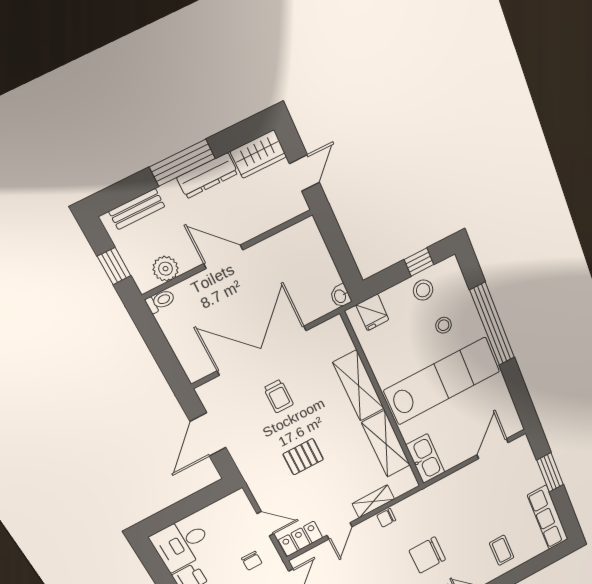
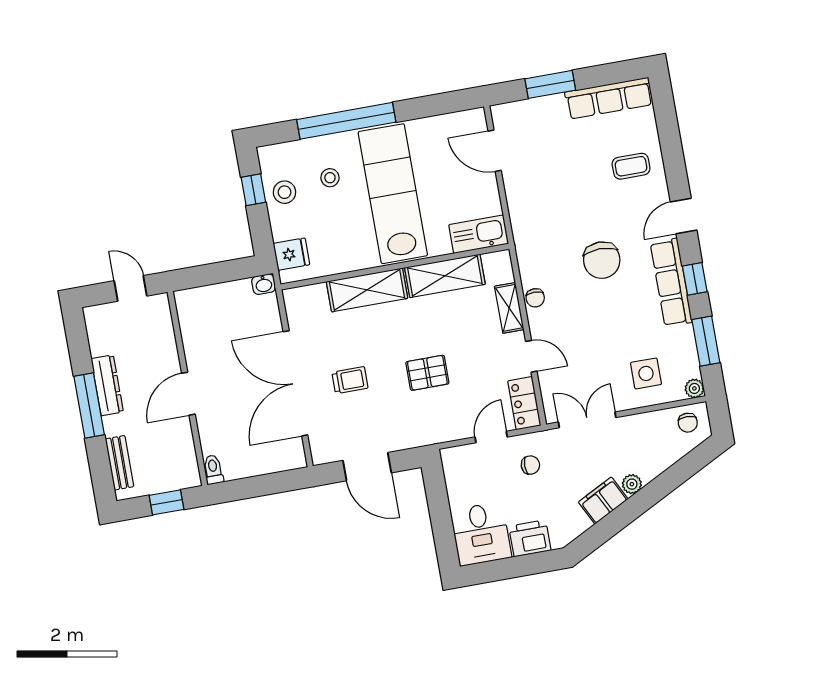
wardrobe: (258, 154) -> (101, 329), removed
plant: (166, 269) -> (183, 454), removed
pallet: (303, 457) -> (427, 373), turned 90

